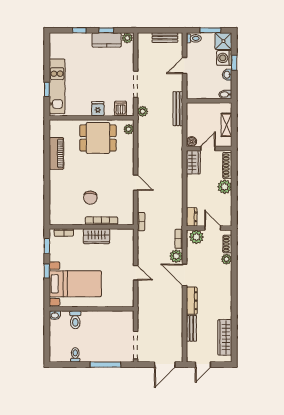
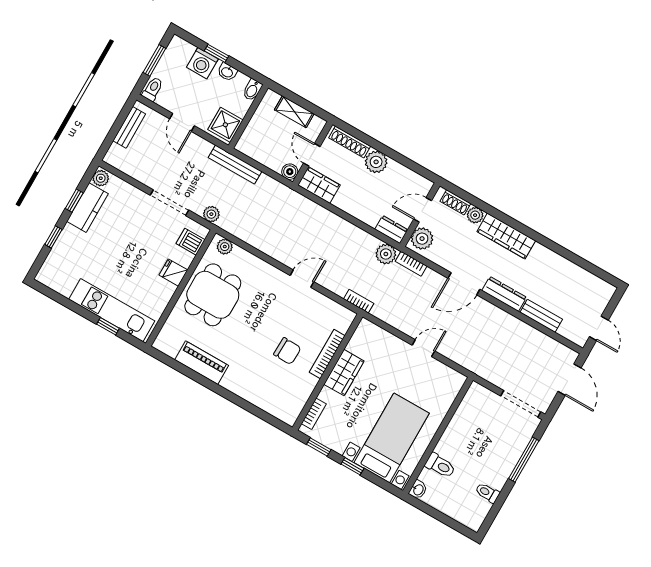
shower: (223, 41) -> (225, 125), moved
plant: (176, 256) -> (386, 254), moved
wardrobe: (225, 337) -> (506, 236), moved

